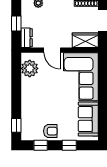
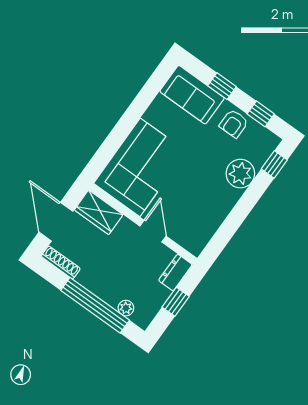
plant: (30, 68) -> (240, 174), moved
sofa: (88, 119) -> (192, 95), moved, turned 90
armchair: (50, 131) -> (234, 124), turned -90

